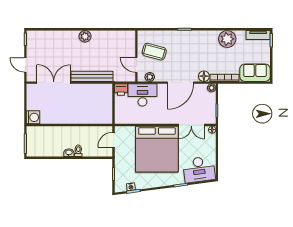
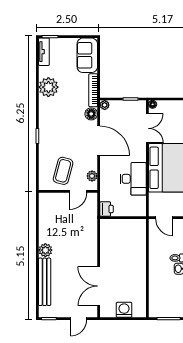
bench: (92, 76) -> (45, 282), moved
desk: (142, 95) -> (133, 179), moved, turned 180
washing machine: (33, 117) -> (124, 310), moved

